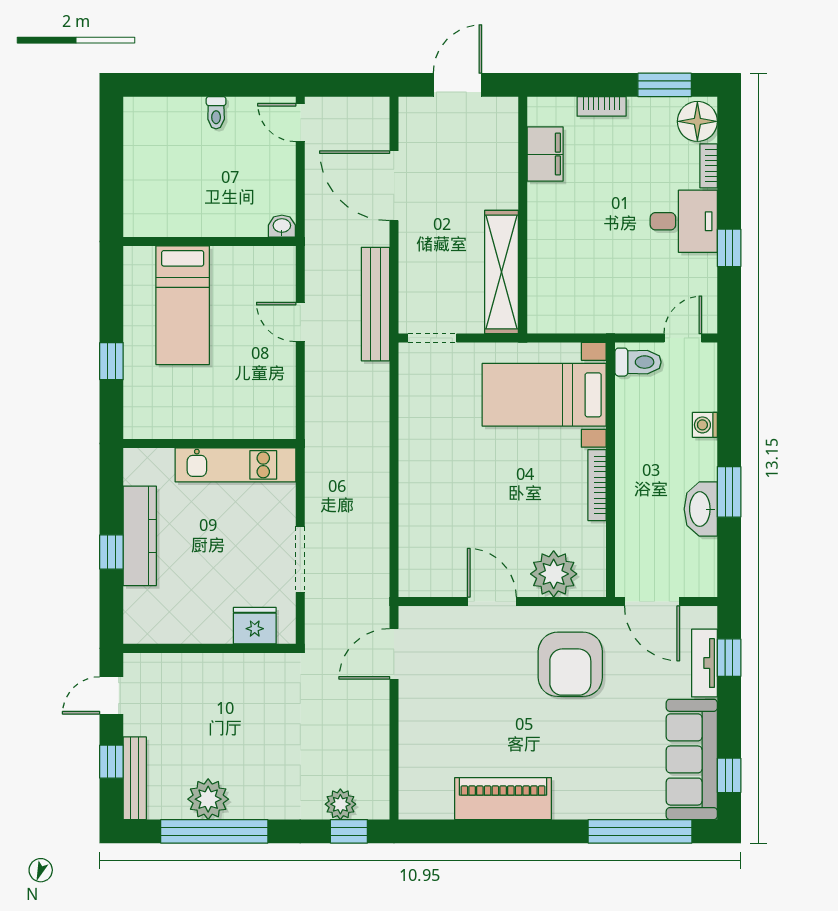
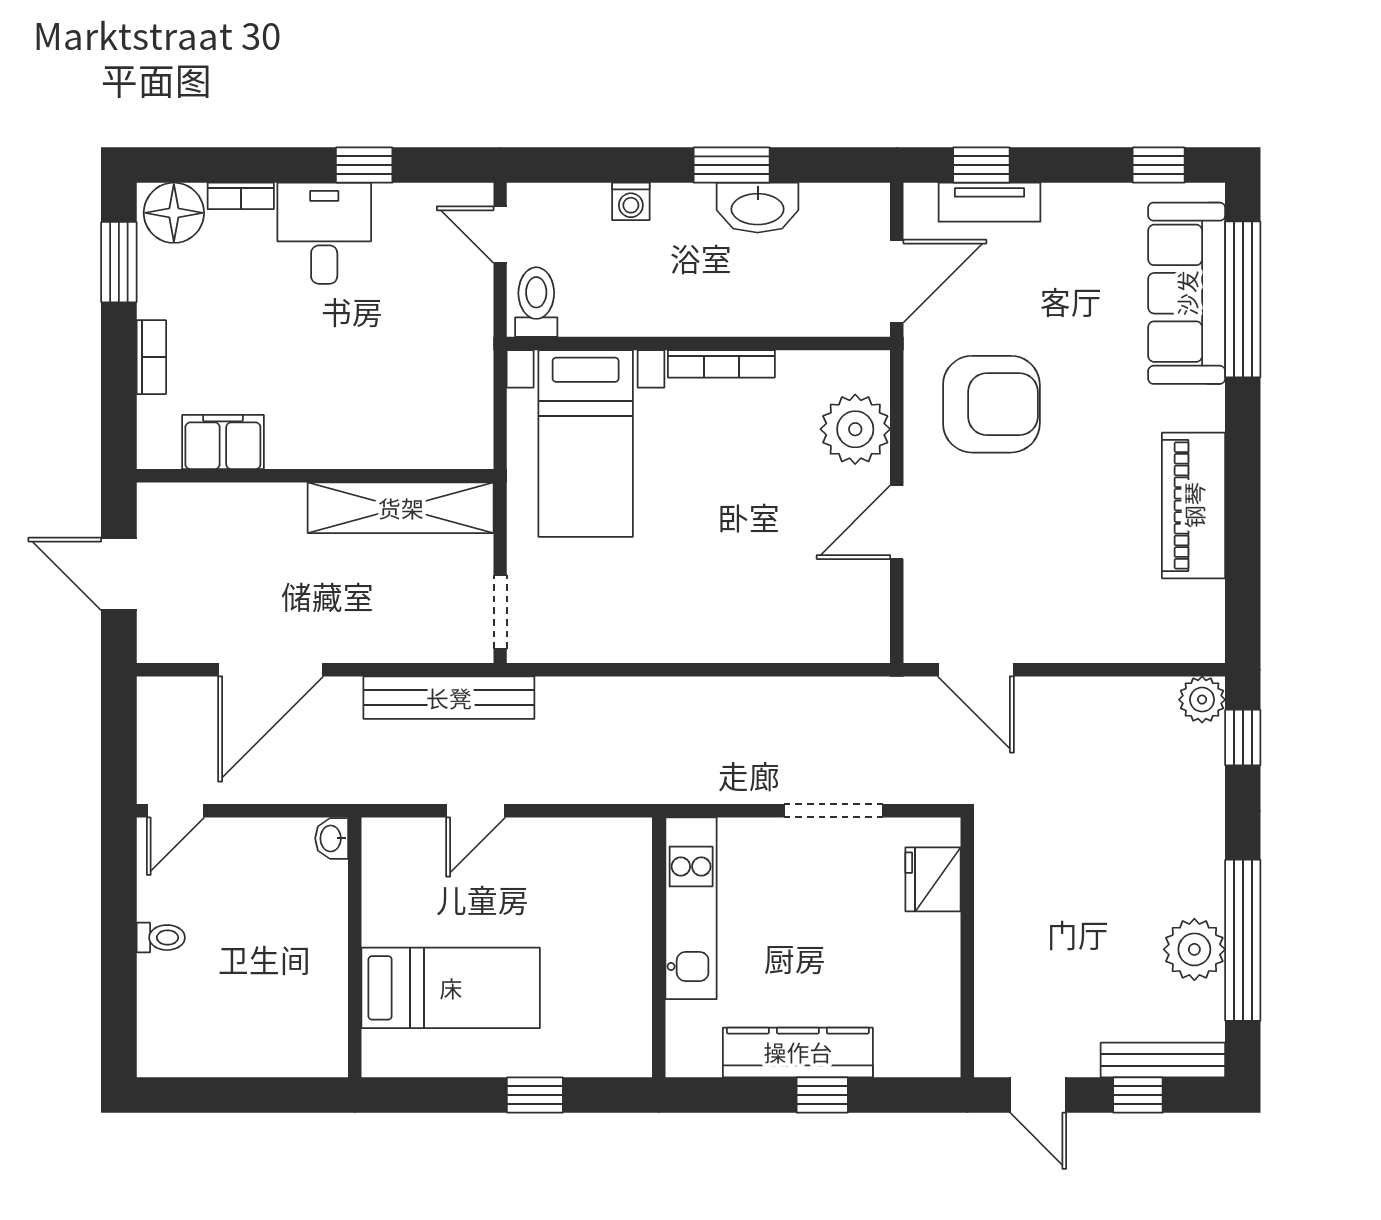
sofa: (692, 759) -> (1187, 293), moved, turned 90
plant: (340, 804) -> (1202, 700), moved

